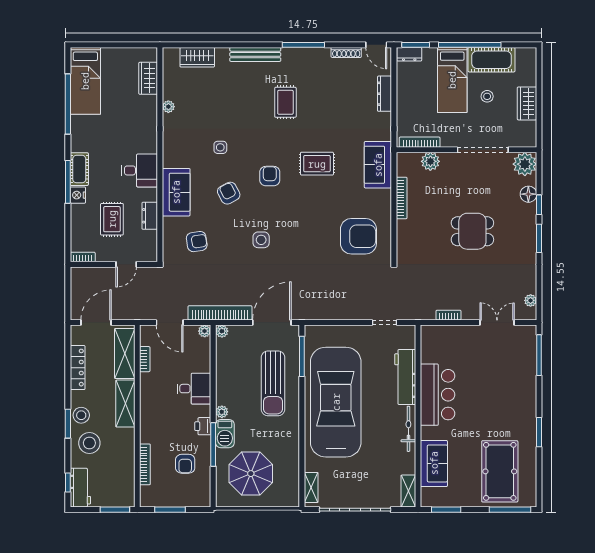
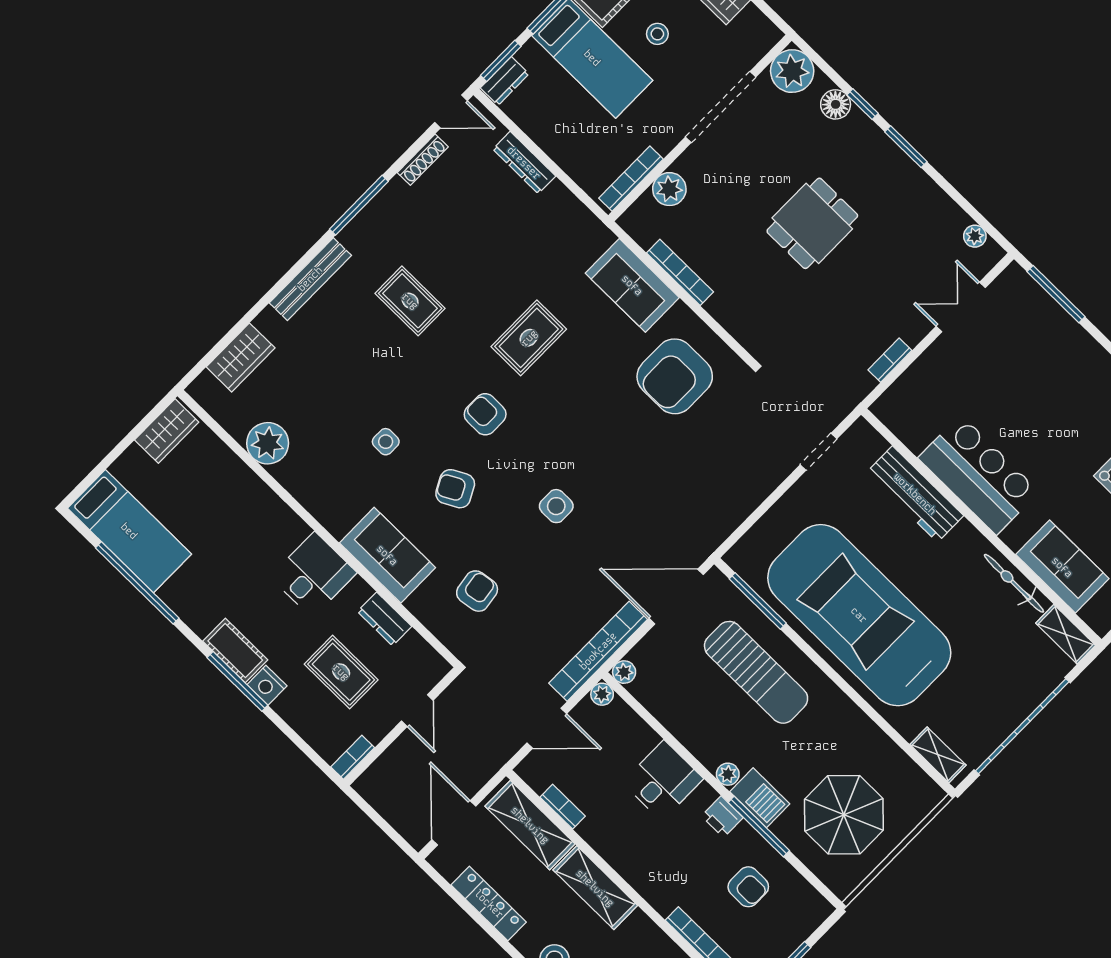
wardrobe: (148, 78) -> (167, 431), moved, turned -90
plant: (168, 107) -> (268, 443), width x1.87, depth x1.87
sofa: (378, 165) -> (632, 285), moved
armchair: (358, 236) -> (675, 376), turned 180
door: (272, 322) -> (676, 597), hinge flipped
bicycle: (408, 429) -> (1014, 583), moved

